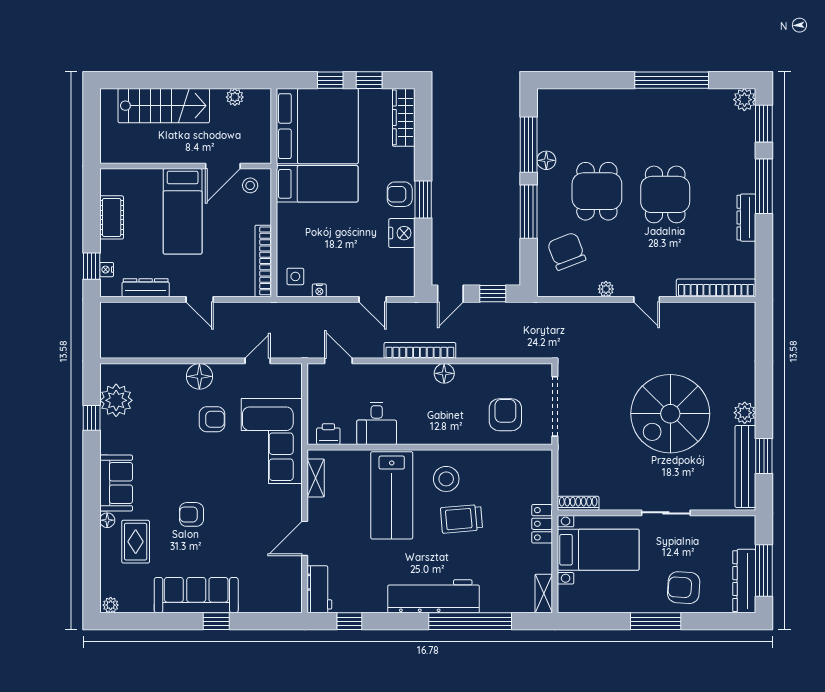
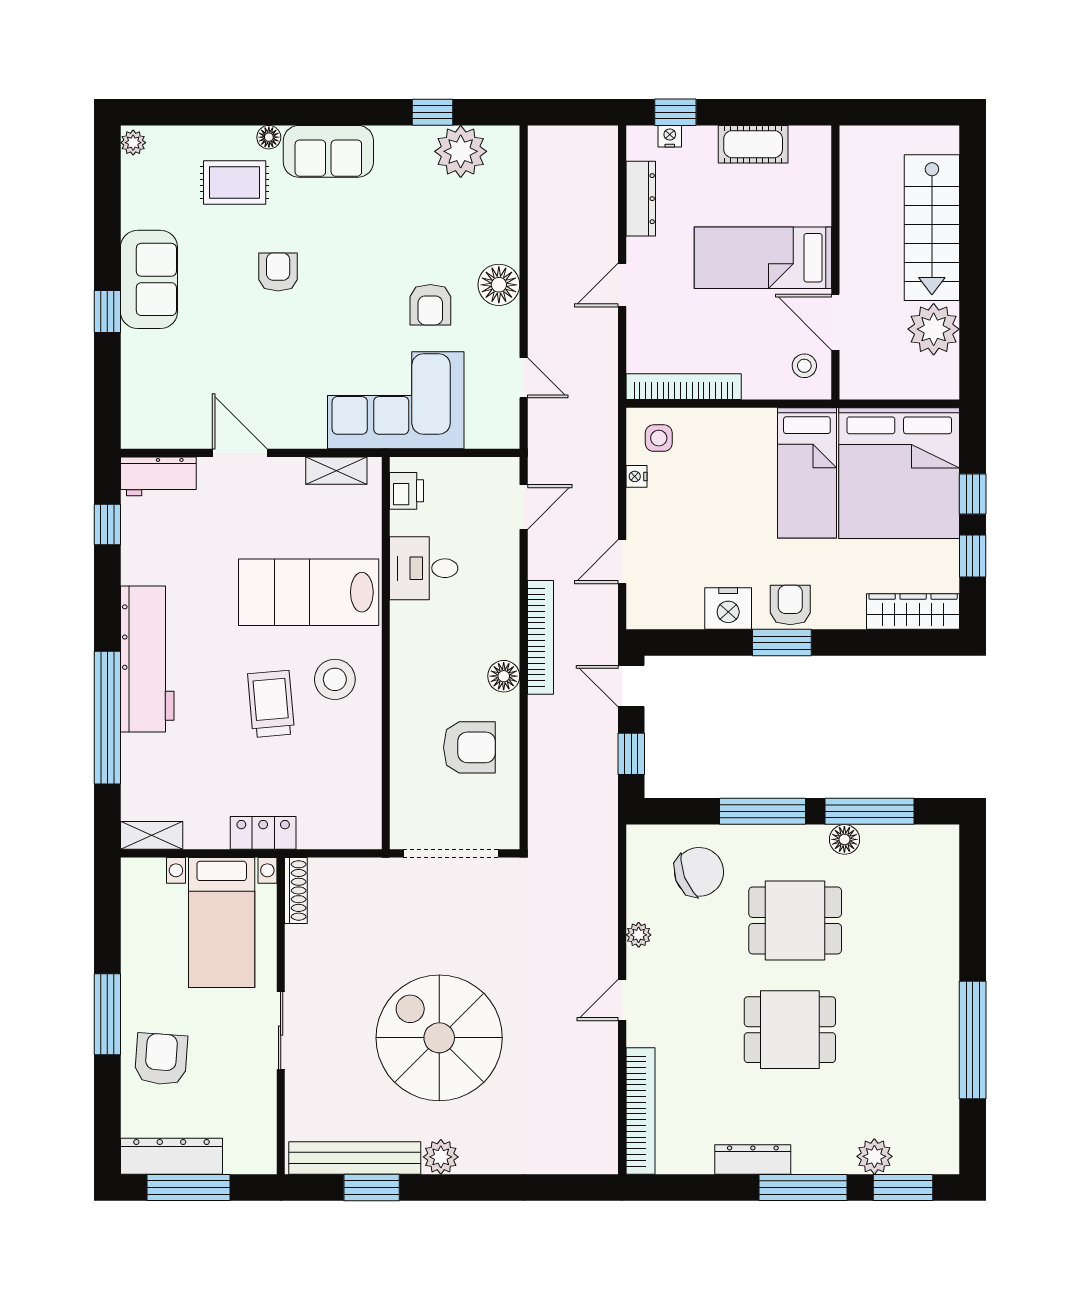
plant: (235, 97) -> (934, 329), width x1.88, depth x1.88
plant: (744, 100) -> (874, 1156), moved
armchair: (505, 415) -> (469, 747), moved
sofa: (196, 595) -> (149, 279), width x0.73

